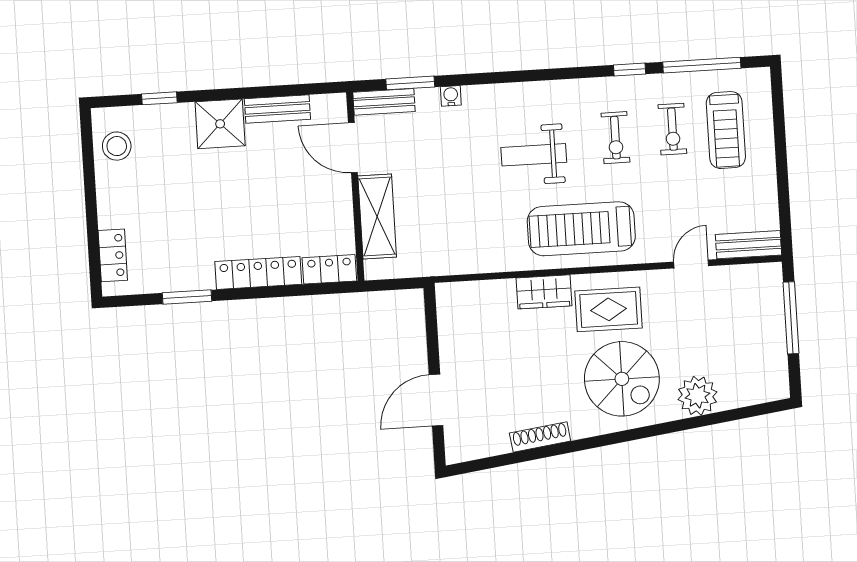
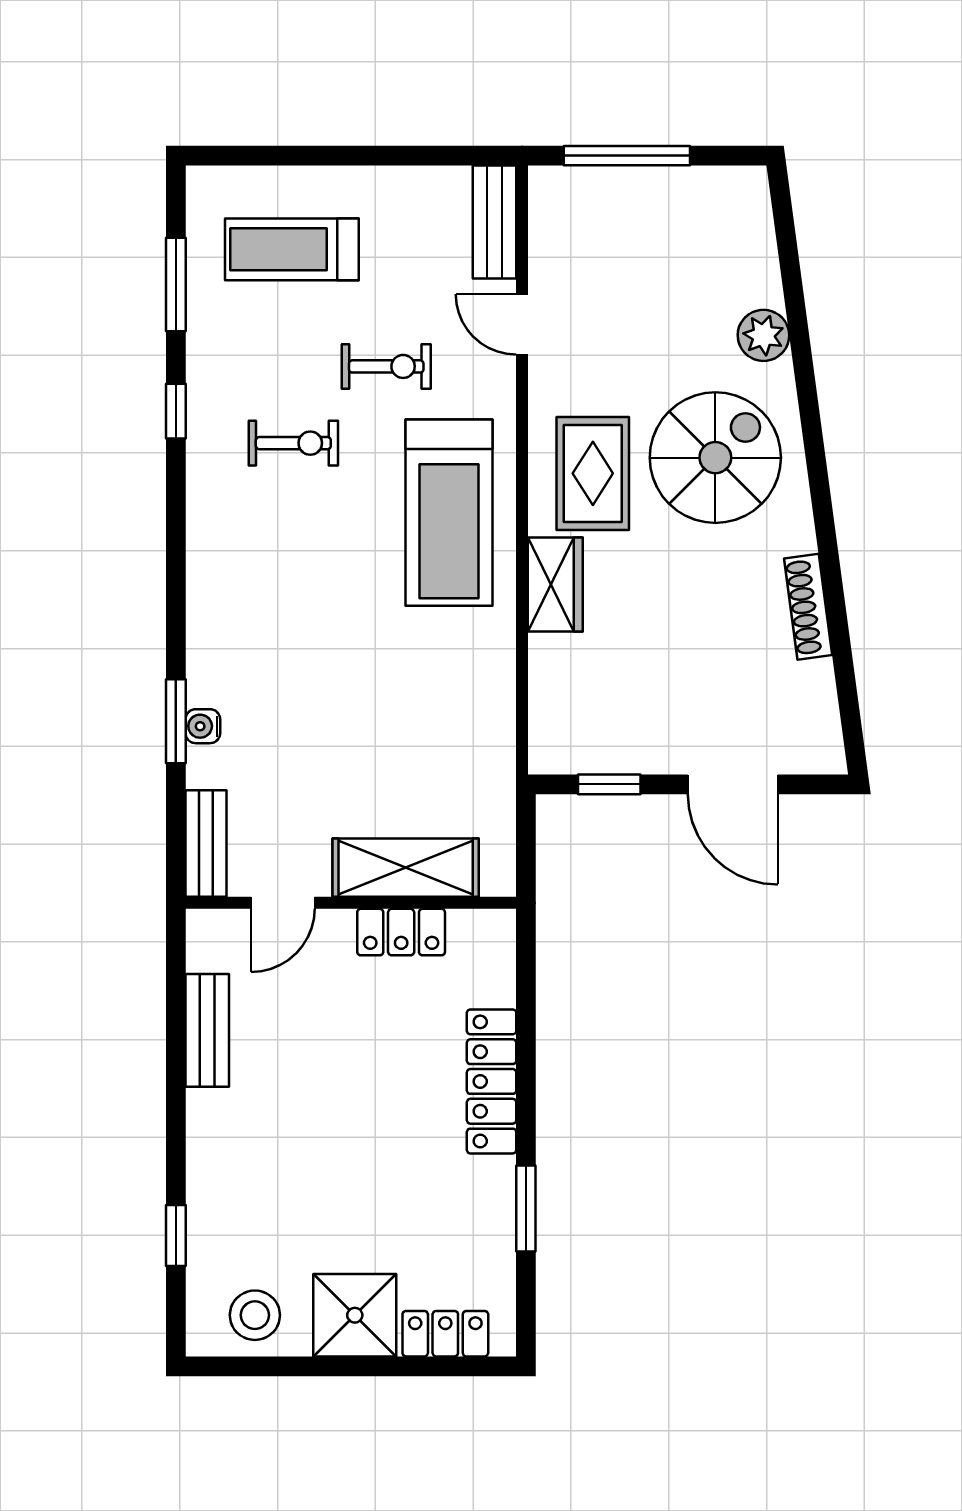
window: (702, 65) -> (176, 284), width x0.69
window: (410, 83) -> (176, 721), moved
shower: (220, 124) -> (355, 1315), moved
exercise bike: (672, 129) -> (386, 366), moved
treadmill: (726, 130) -> (292, 249), turned 180
door: (353, 148) -> (283, 903), width x0.73
weight bench: (534, 155) -> (315, 588), removed
locker: (329, 269) -> (401, 932), moved, turned -90
window: (432, 330) -> (609, 784), added
plant: (697, 396) -> (763, 335), width x0.73, depth x0.73

